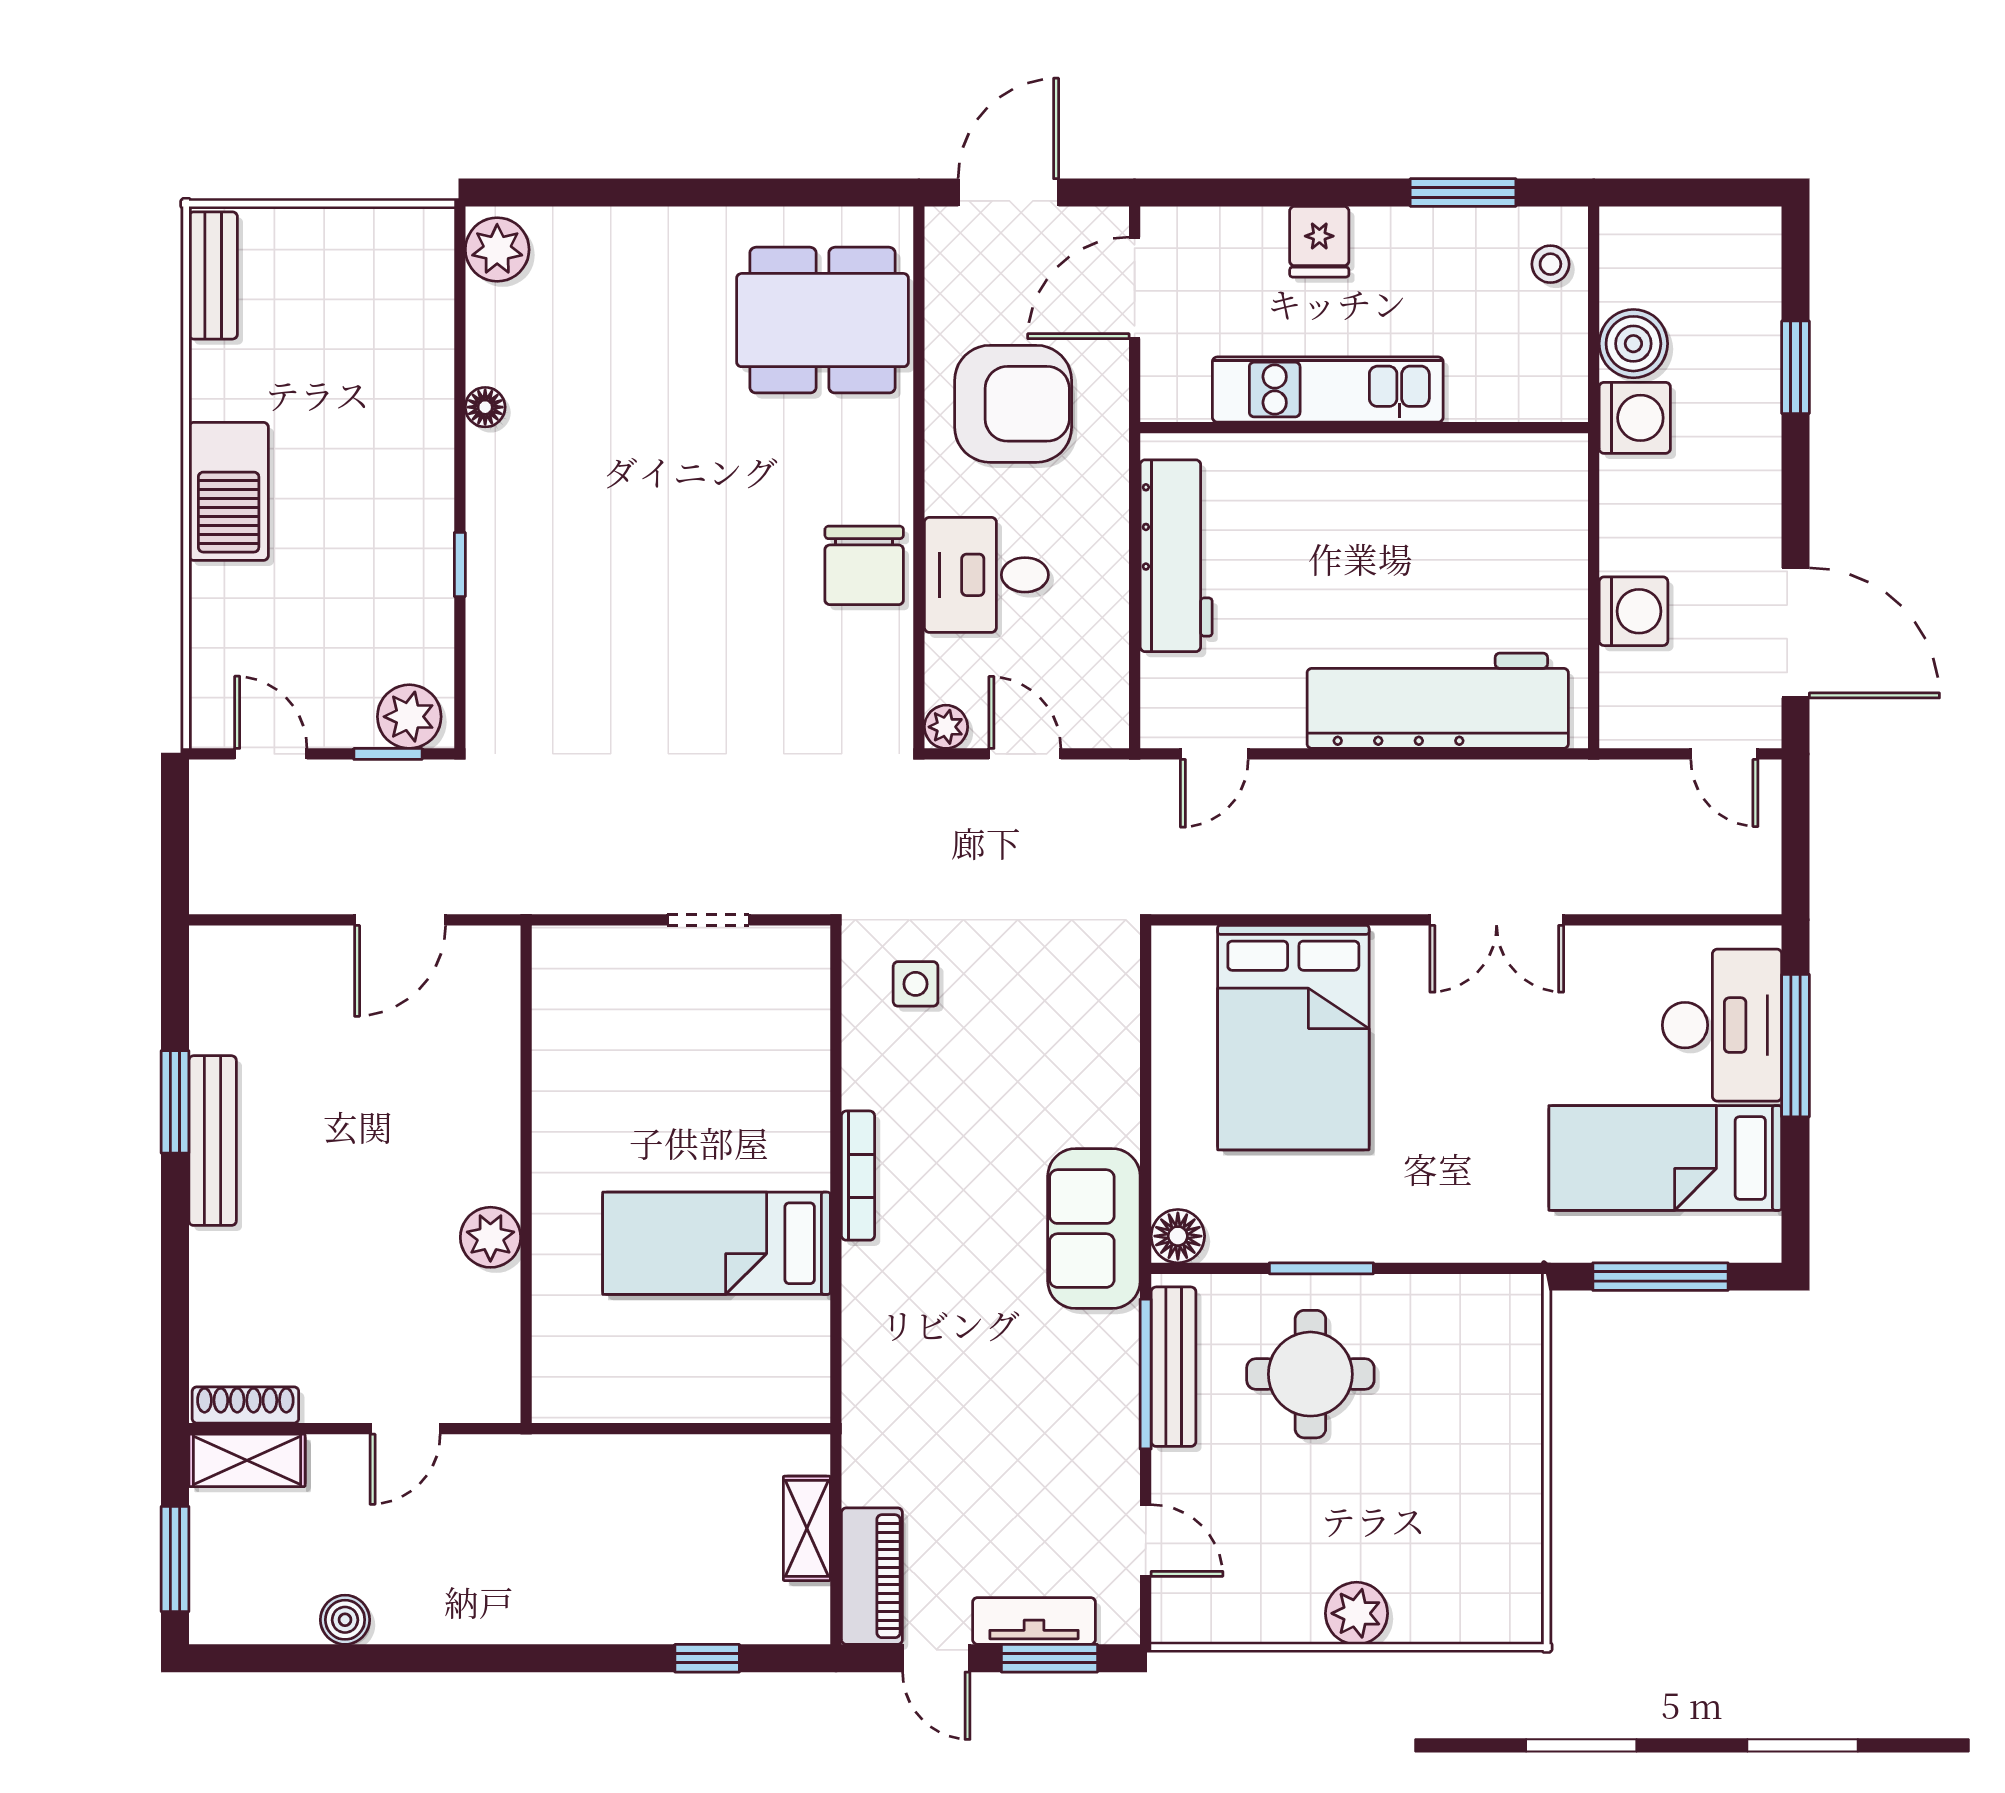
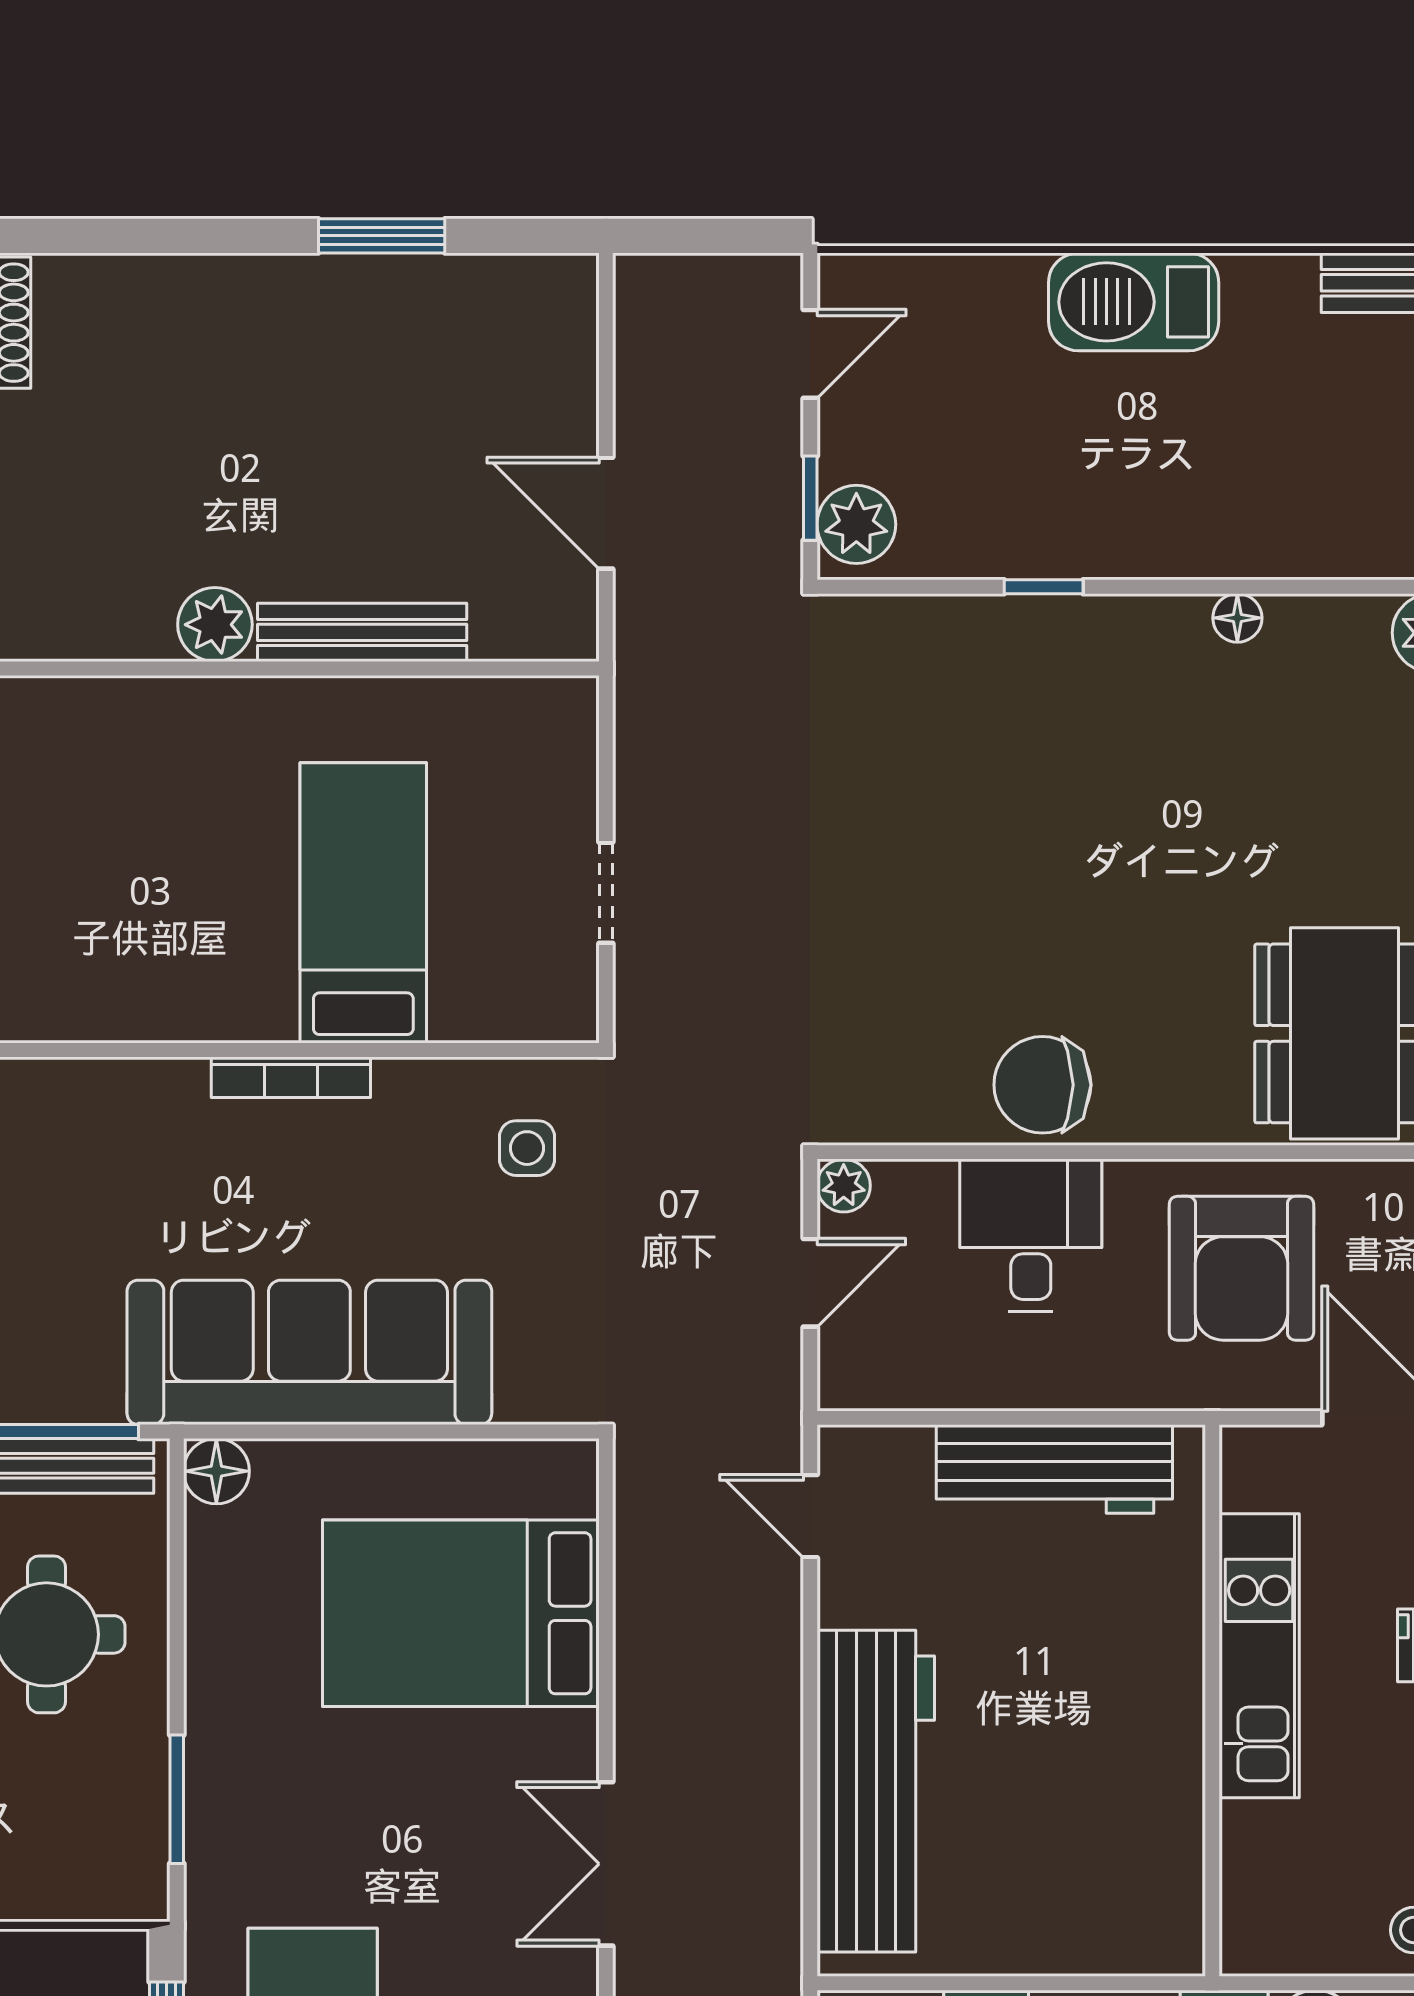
bench: (213, 1141) -> (362, 632), moved
sofa: (1094, 1229) -> (309, 1352), width x1.85, depth x1.27
bed: (717, 1243) -> (363, 903), moved
window: (1321, 1268) -> (177, 1799), moved

